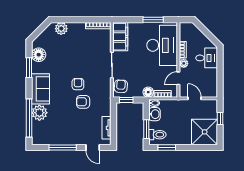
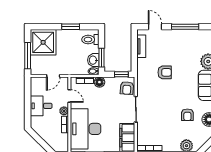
desk: (207, 58) -> (41, 106), moved
door: (178, 78) -> (69, 96), hinge flipped
armchair: (78, 84) -> (187, 115), moved
door: (194, 98) -> (53, 76), hinge flipped
window: (220, 119) -> (28, 56), width x2.17
window: (146, 129) -> (102, 58), moved
window: (167, 147) -> (71, 27), moved

